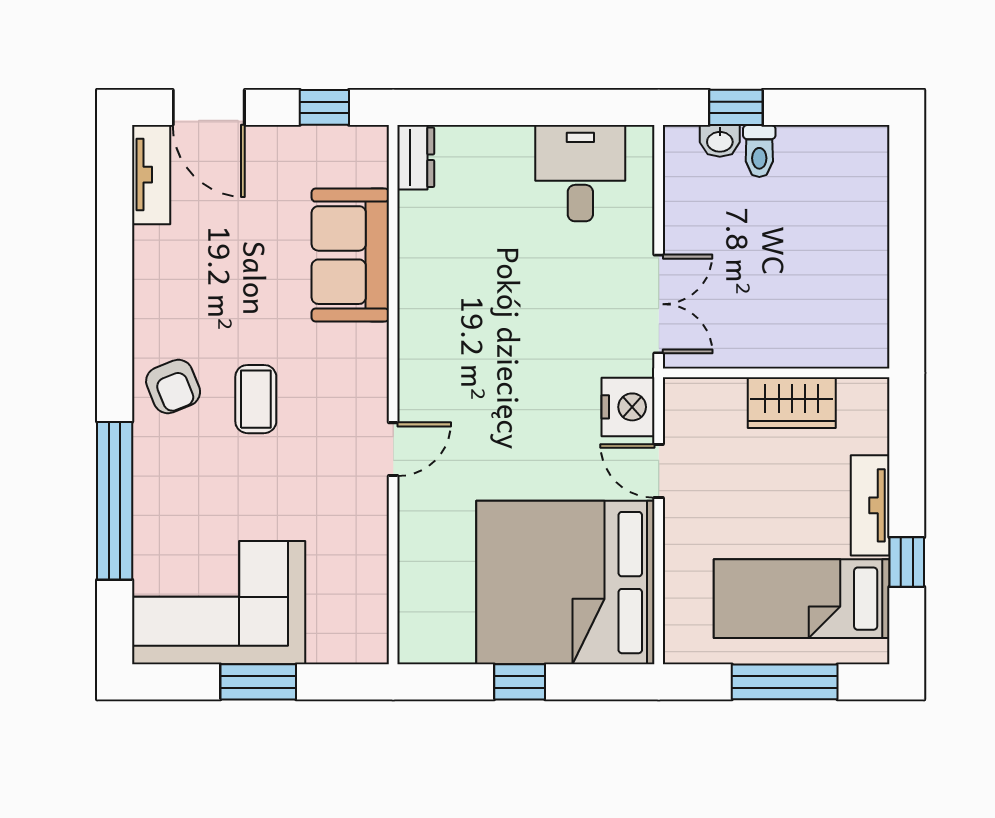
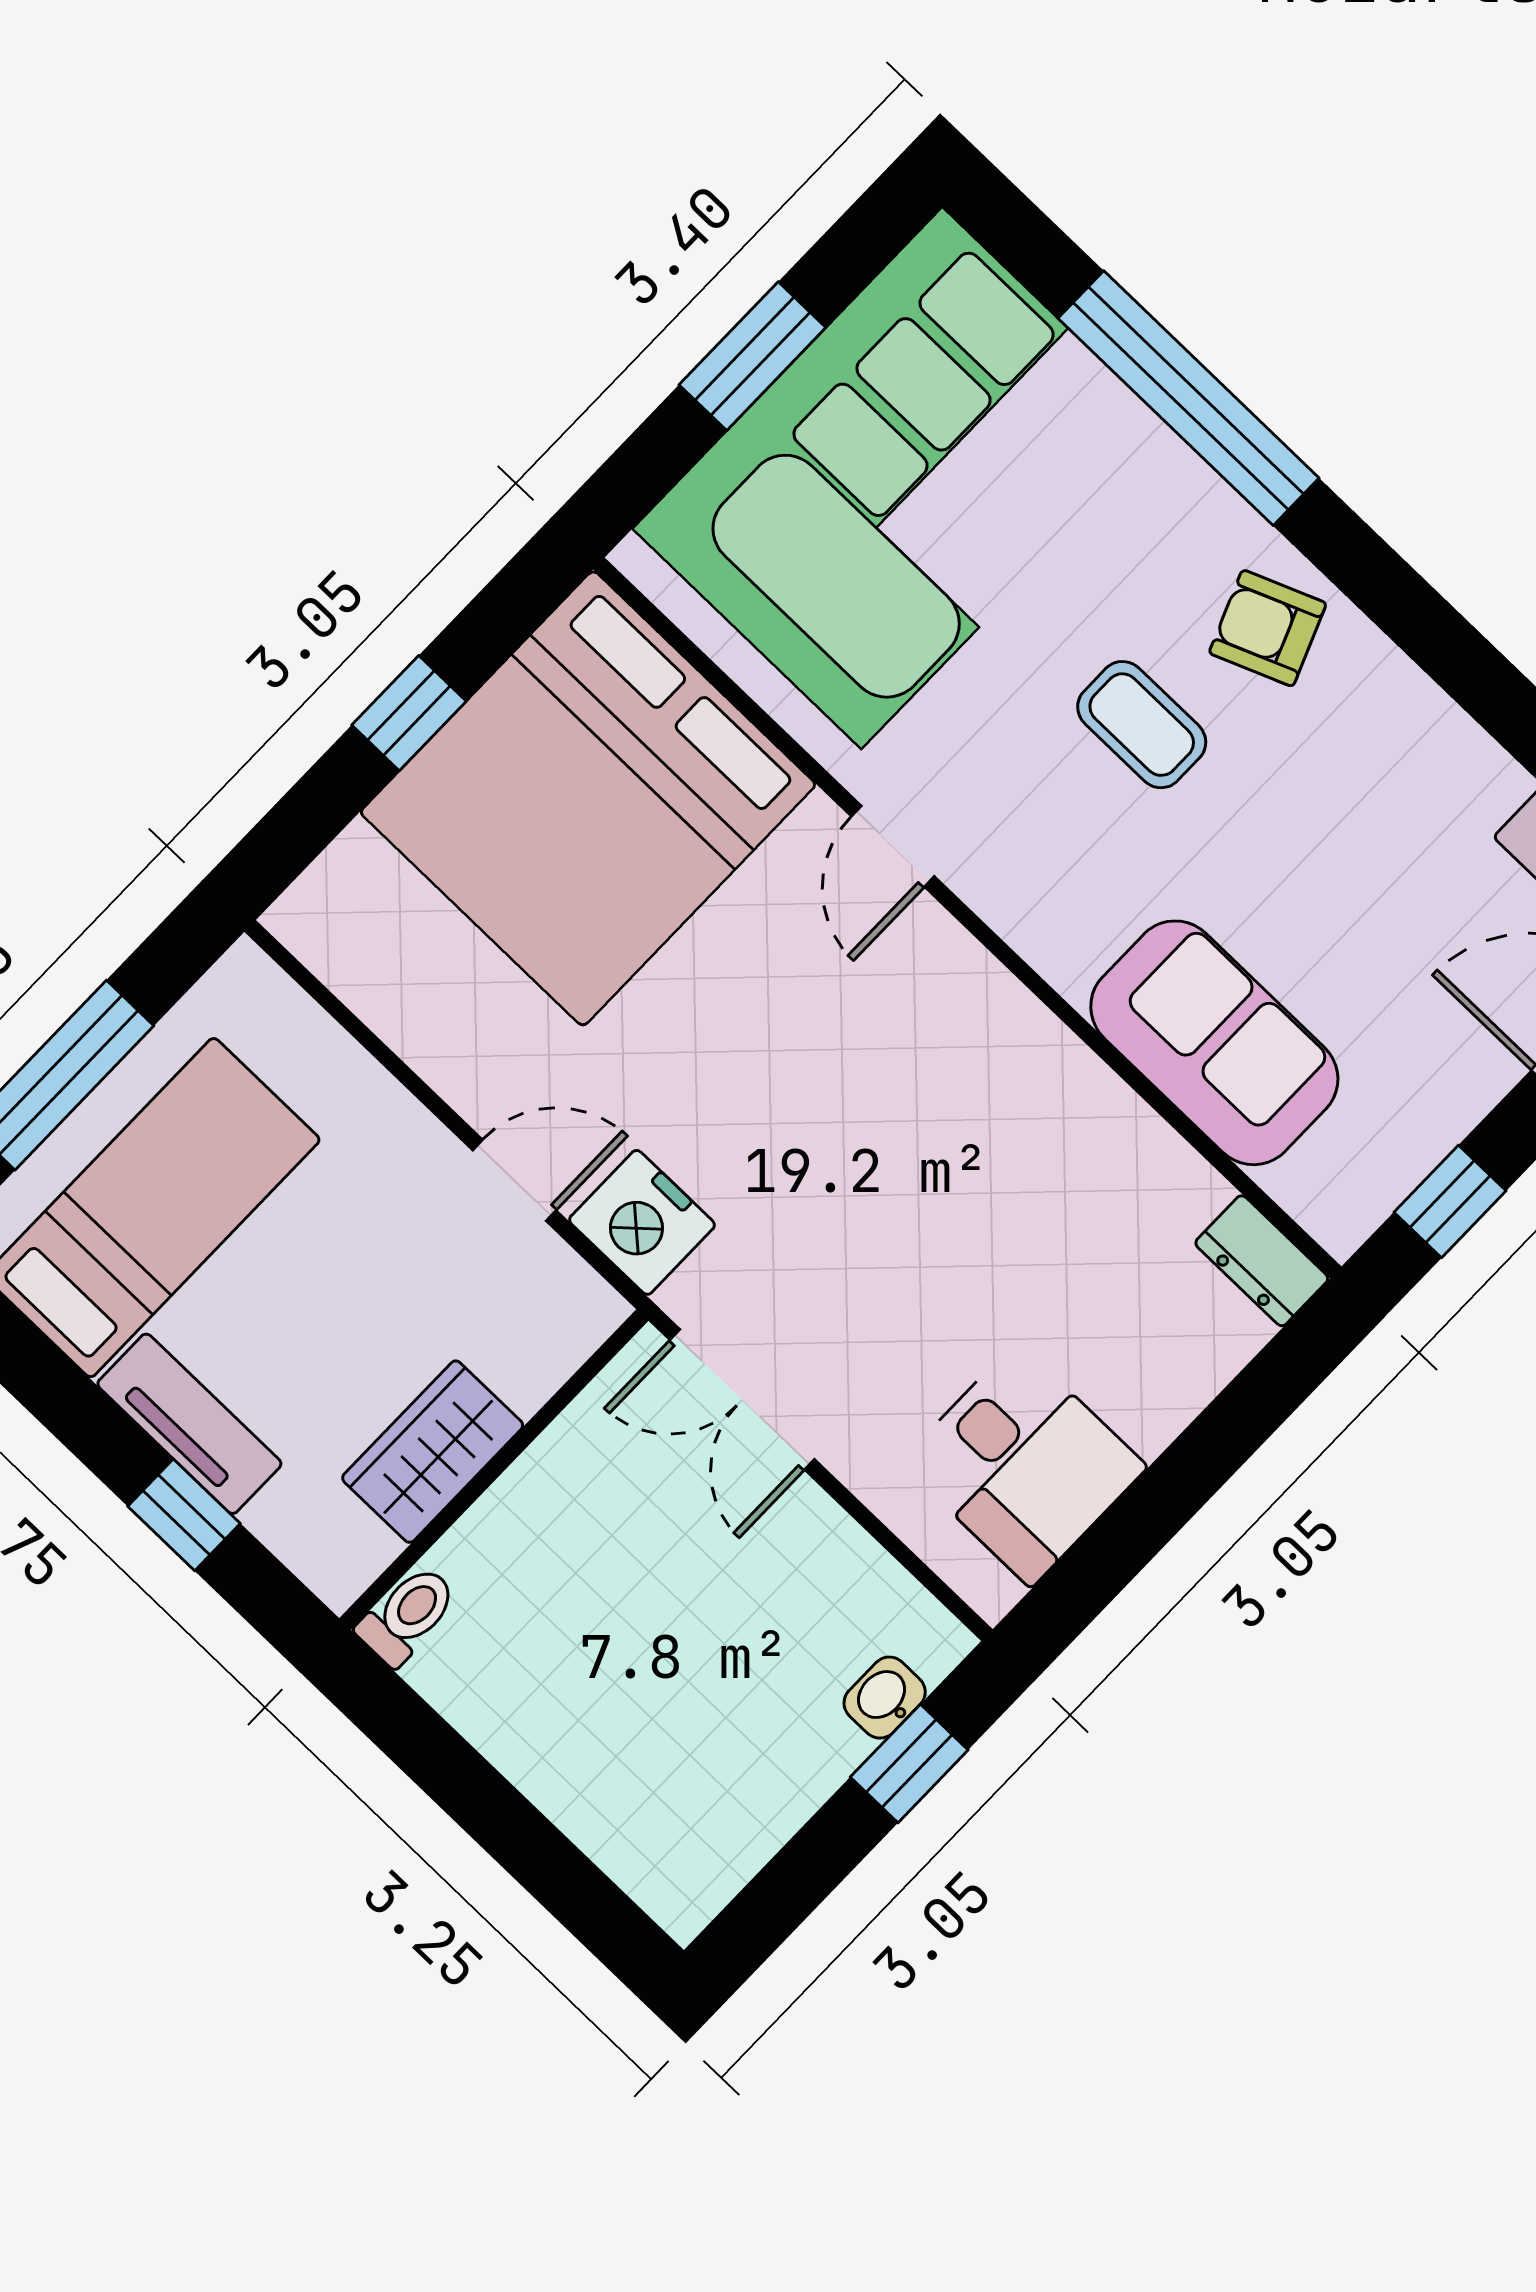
toilet: (759, 151) -> (407, 1615), moved, turned 90
window: (907, 562) -> (184, 1515), moved
bed: (565, 583) -> (588, 798), moved, turned 180
corner sofa: (219, 603) -> (902, 478), width x1.36, depth x1.36

